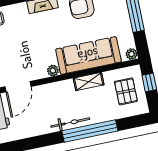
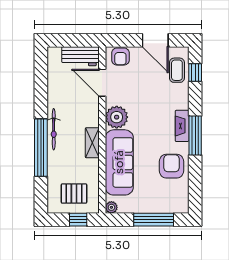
plant: (53, 71) -> (117, 117), width x1.87, depth x1.87
shelving: (89, 82) -> (92, 143), moved

